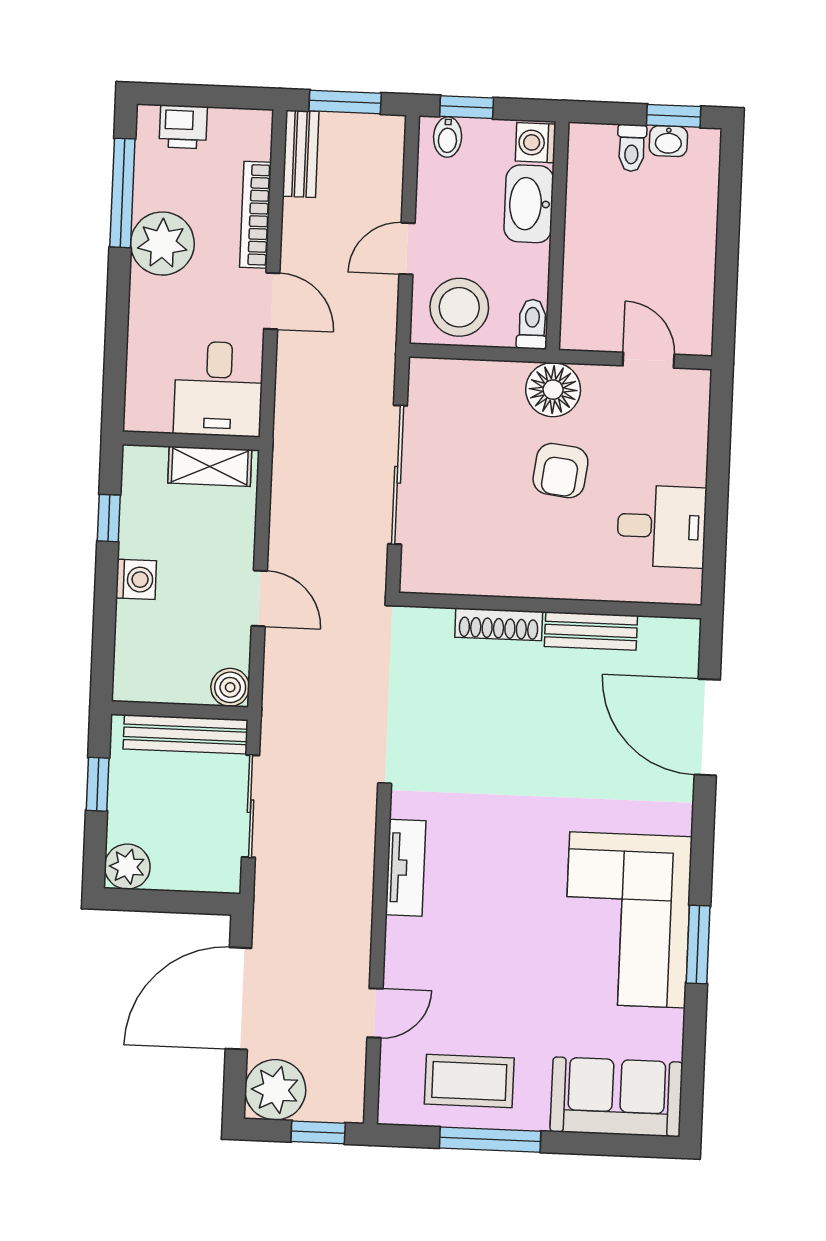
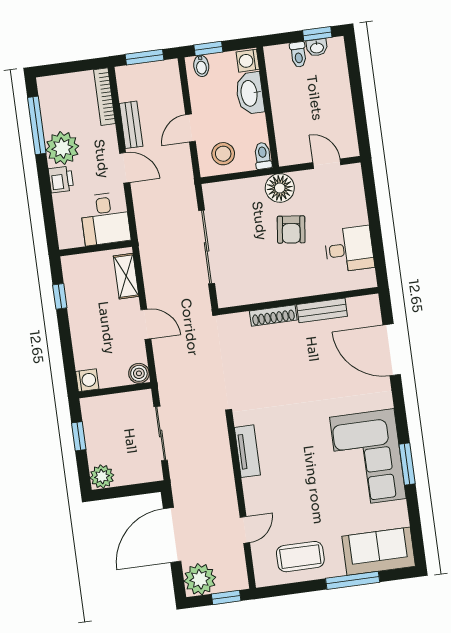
printer: (183, 127) -> (61, 179), moved, turned -90
bench: (301, 154) -> (131, 125), moved
bookcase: (255, 215) -> (104, 97), moved
stool: (459, 307) -> (223, 154), width x0.73, depth x0.73
shelving: (210, 466) -> (126, 276), moved, turned 90
washing machine: (136, 579) -> (87, 380), moved
bench: (186, 734) -> (120, 402), removed
window: (490, 1140) -> (353, 580), moved

